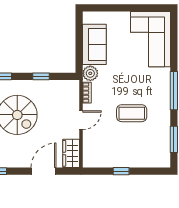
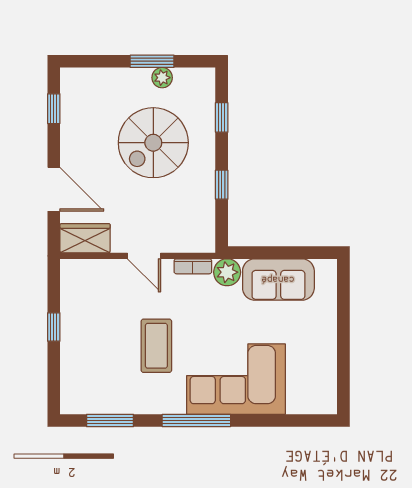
corner sofa: (151, 39) -> (236, 379), moved

